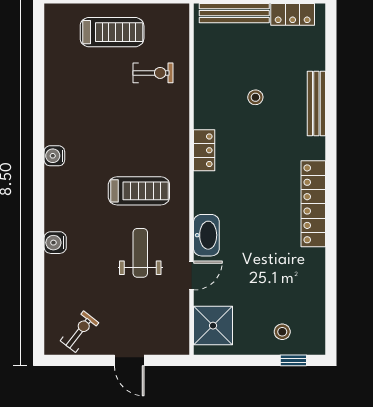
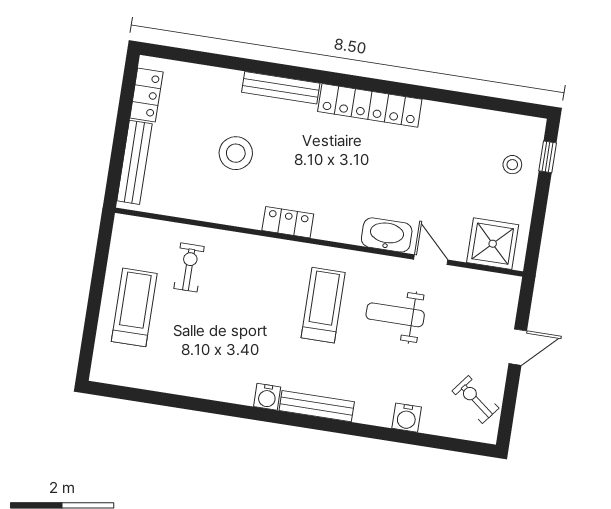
stool: (255, 97) -> (236, 153), width x1.89, depth x1.89
bench: (316, 104) -> (281, 88), moved
bench: (53, 199) -> (317, 406), added
water cooler: (55, 243) -> (407, 418), moved

